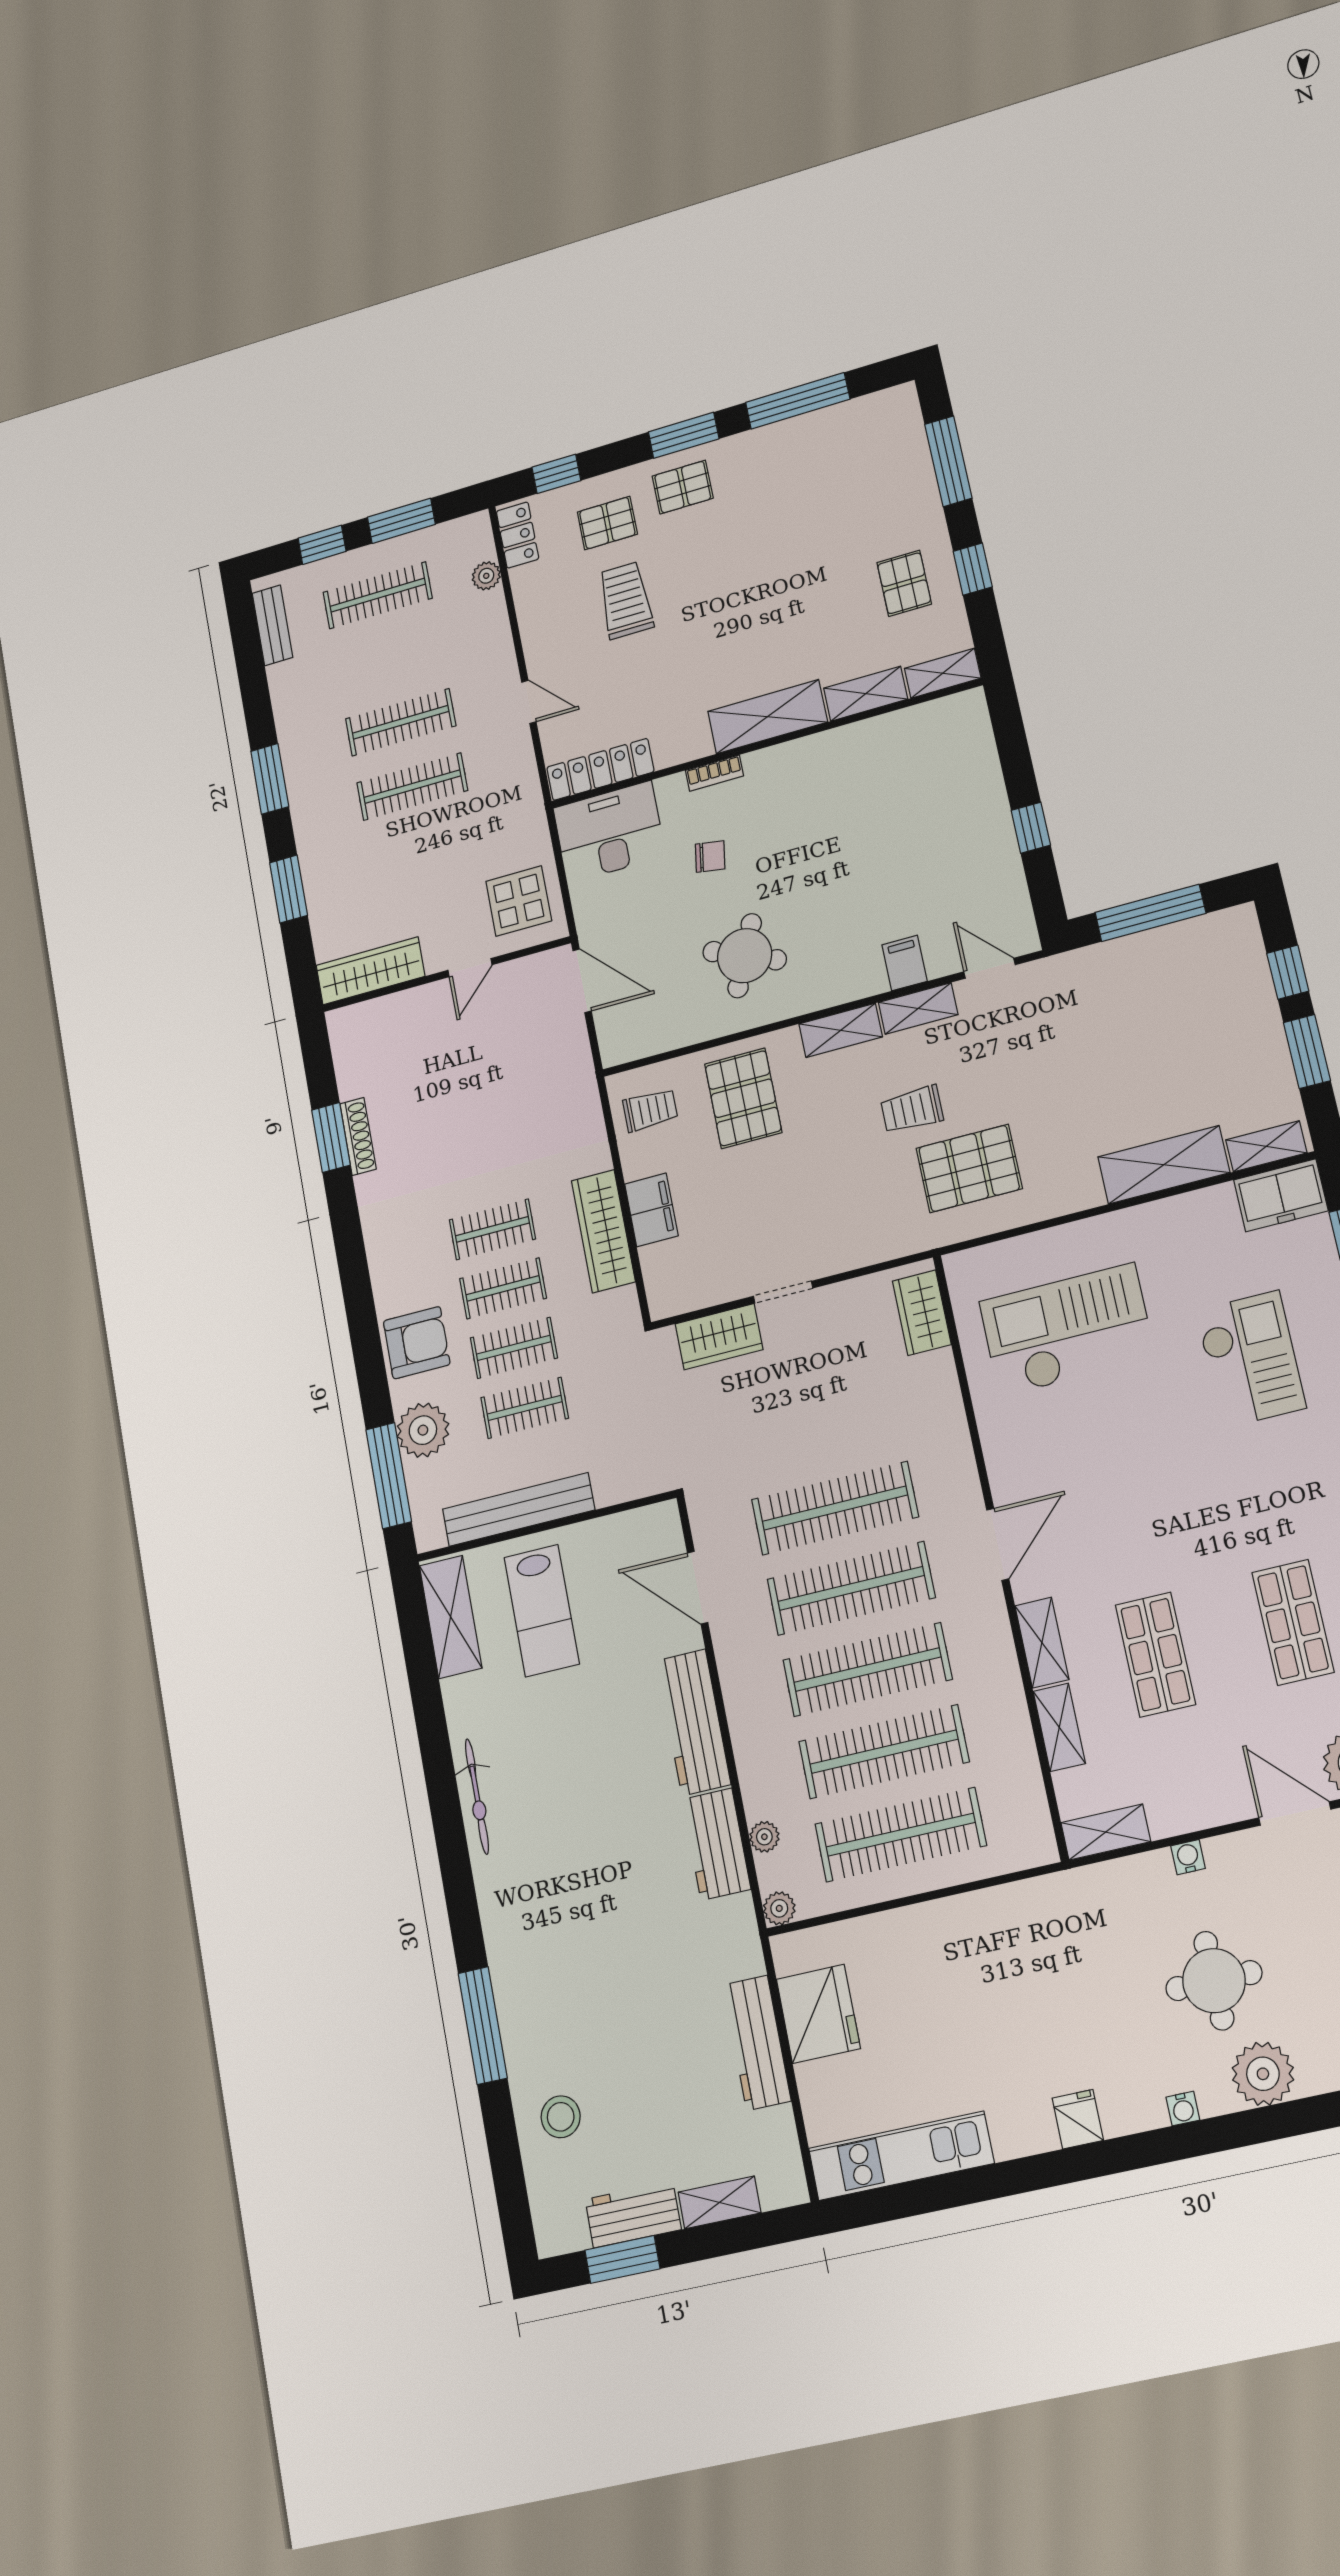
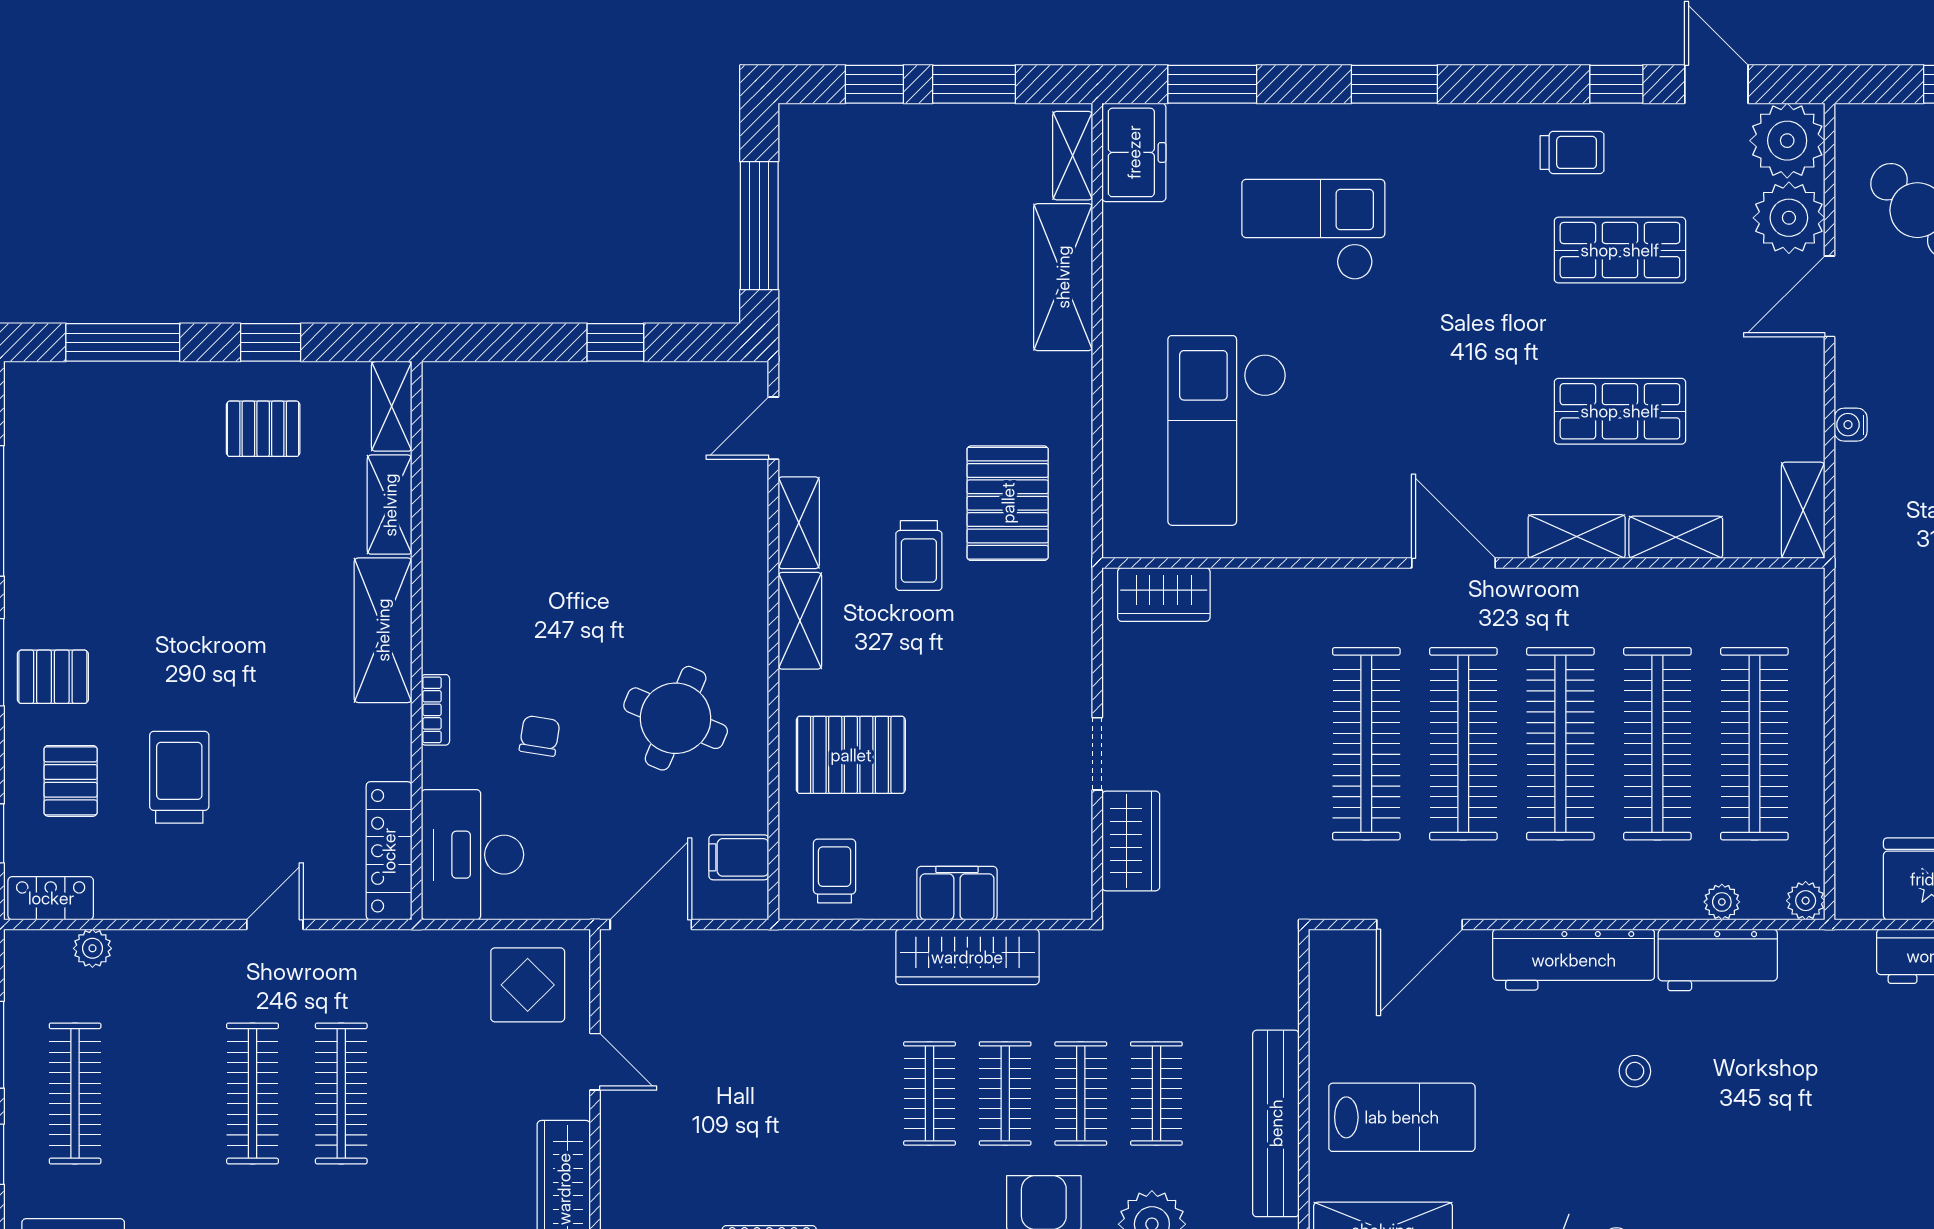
pallet: (683, 487) -> (53, 677), turned 90
trolley: (626, 600) -> (179, 777), turned 90
filing cabinet: (905, 963) -> (739, 857), moved
stool: (613, 1795) -> (1635, 1071), added

